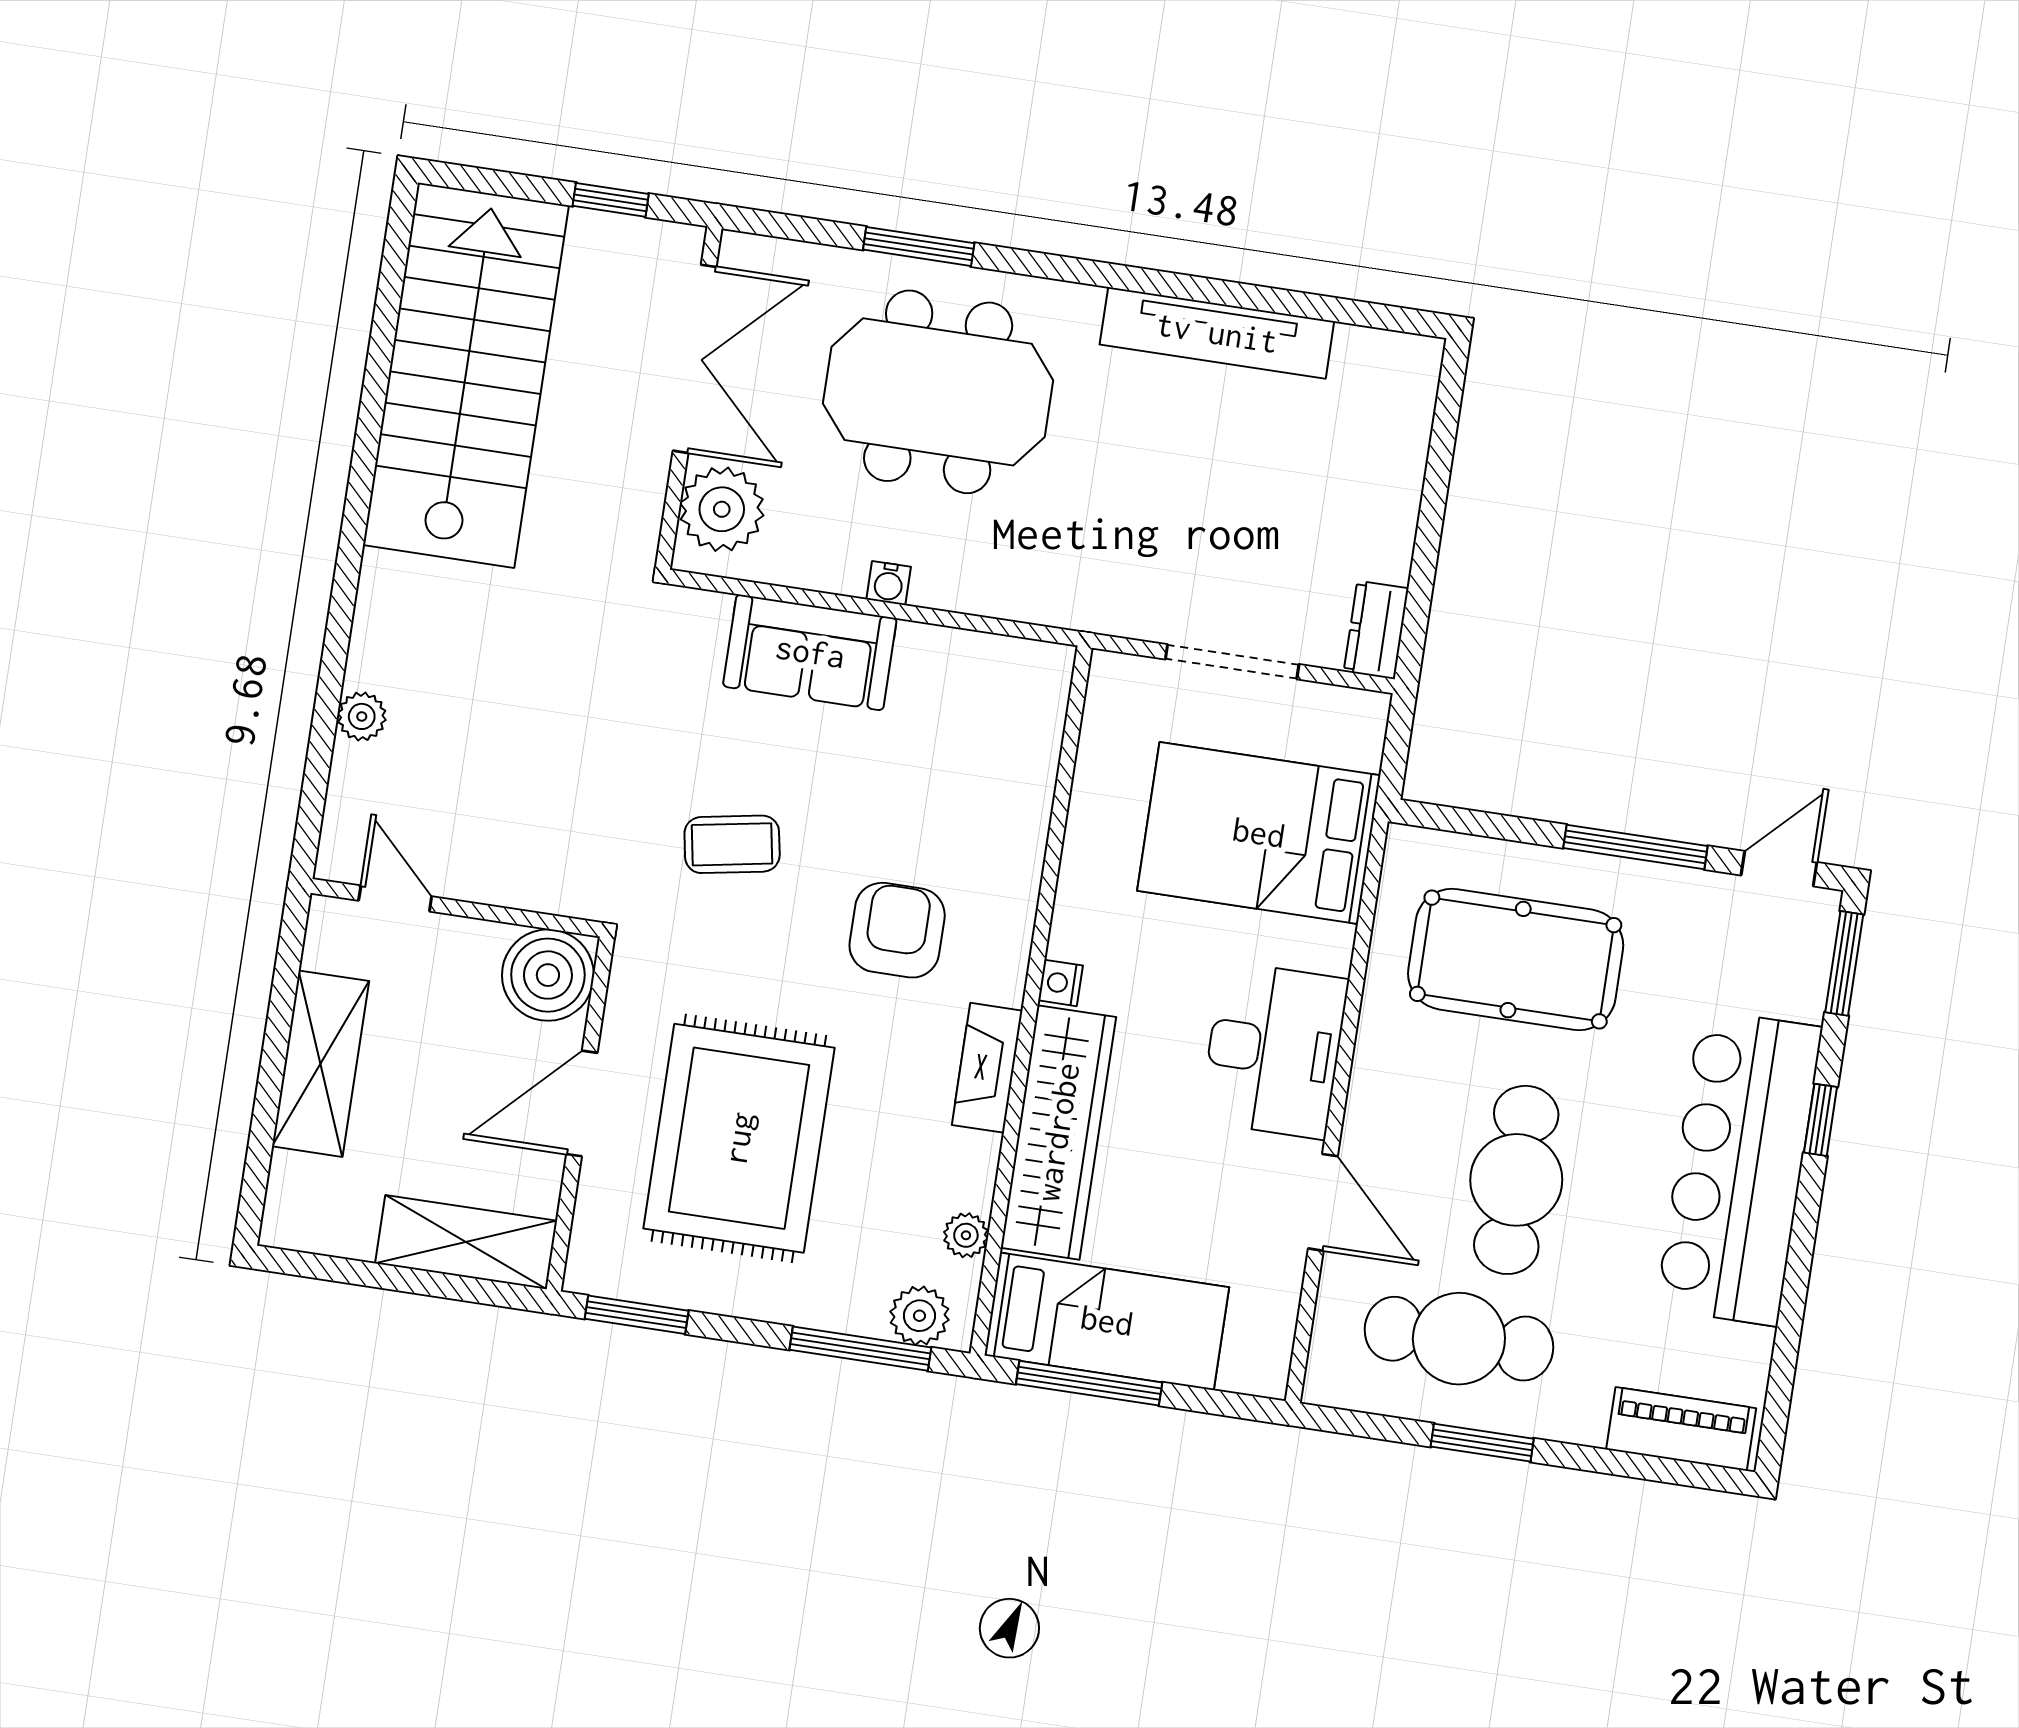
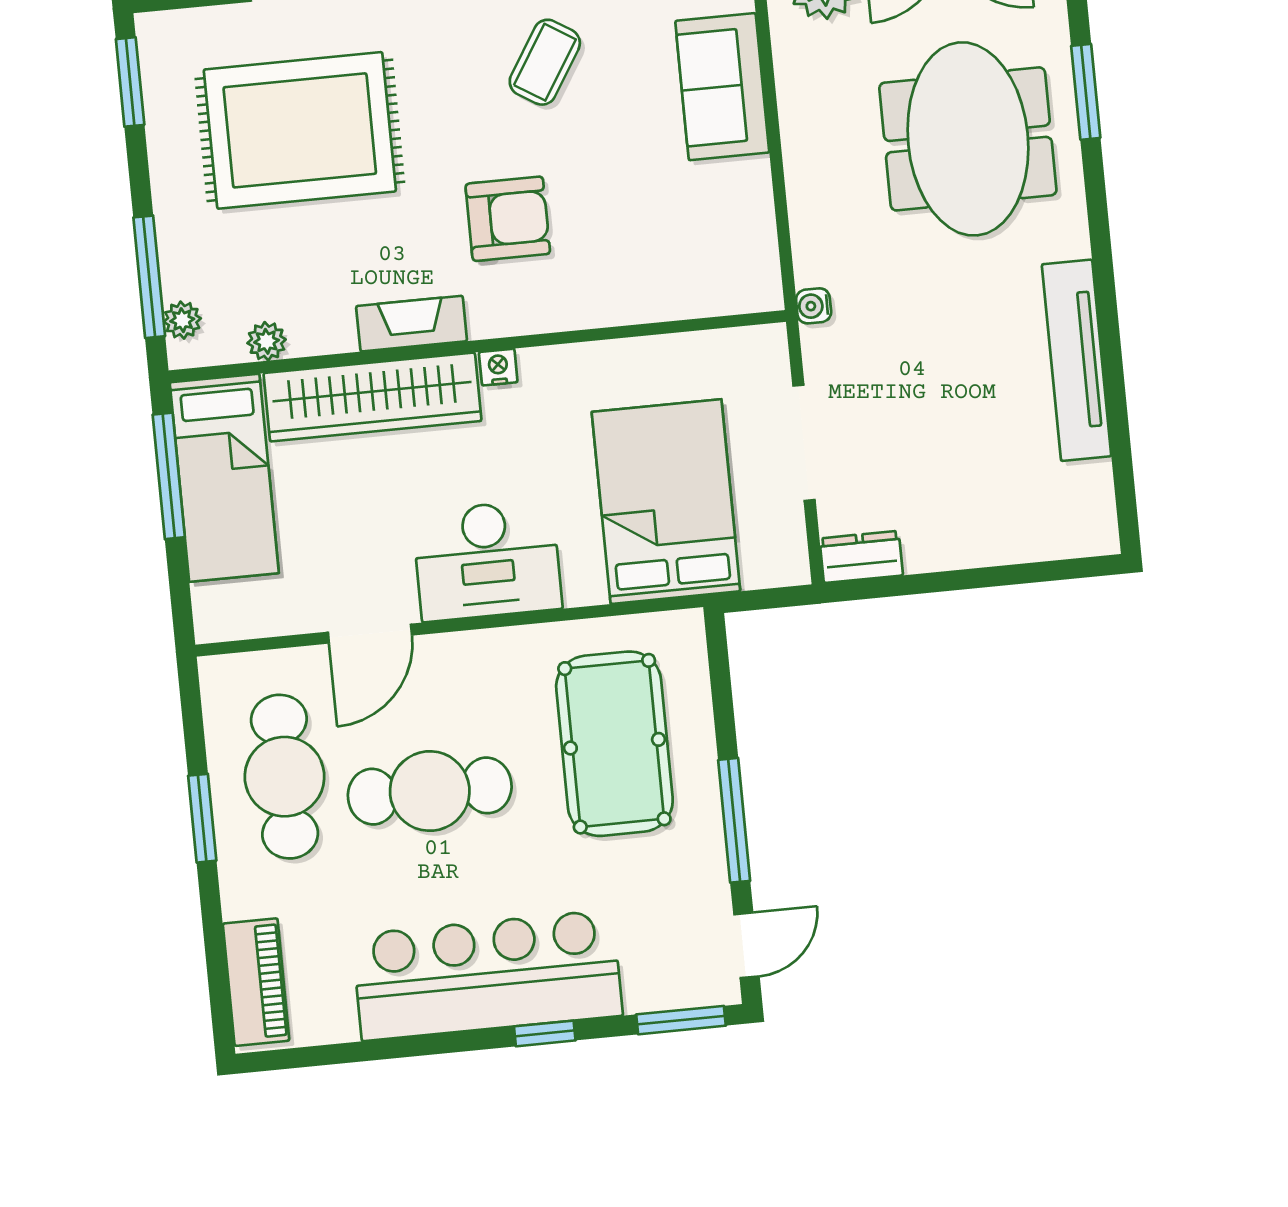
water cooler: (889, 583) -> (814, 306), moved
coffee table: (732, 844) -> (545, 62), turned 42
door: (1779, 869) -> (746, 945), hinge flipped
plant: (919, 1316) -> (182, 320), width x0.73, depth x0.73

